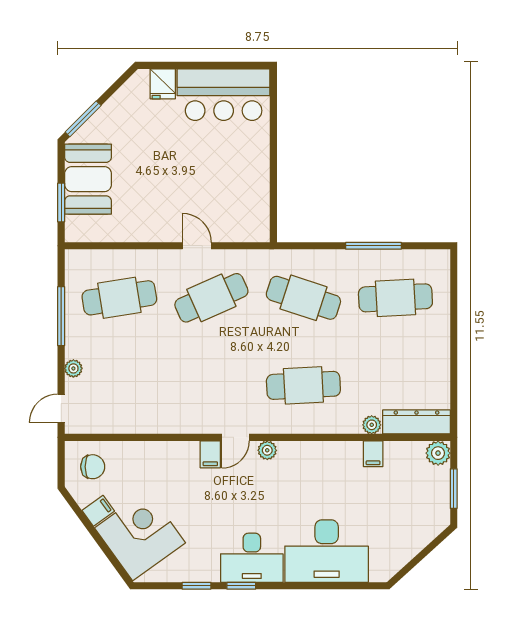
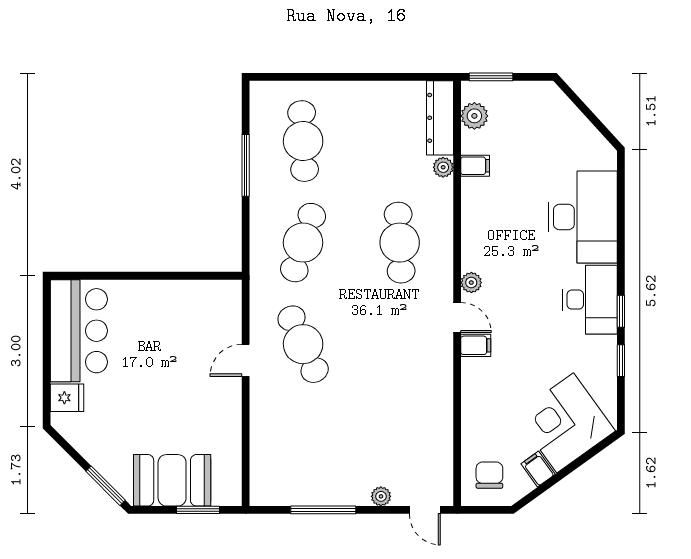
cafe table: (119, 298) -> (303, 446), removed
plant: (438, 453) -> (474, 116), moved
window: (454, 489) -> (491, 77), moved

